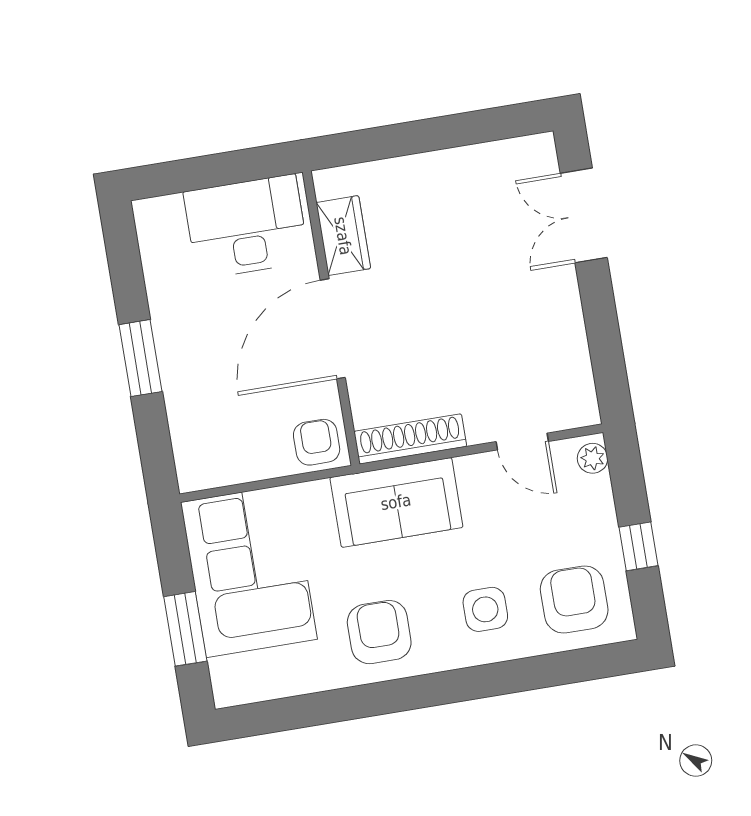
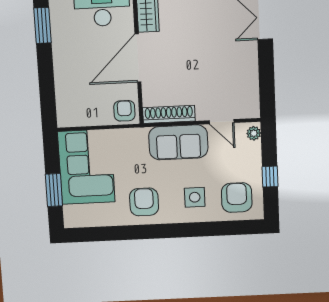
window: (141, 358) -> (42, 25), moved
sofa: (396, 502) -> (178, 142), moved

